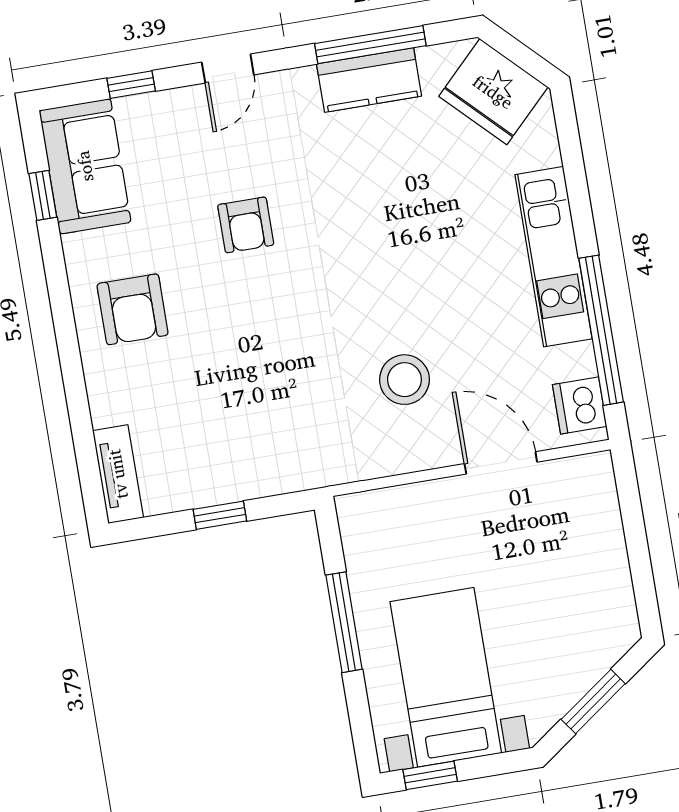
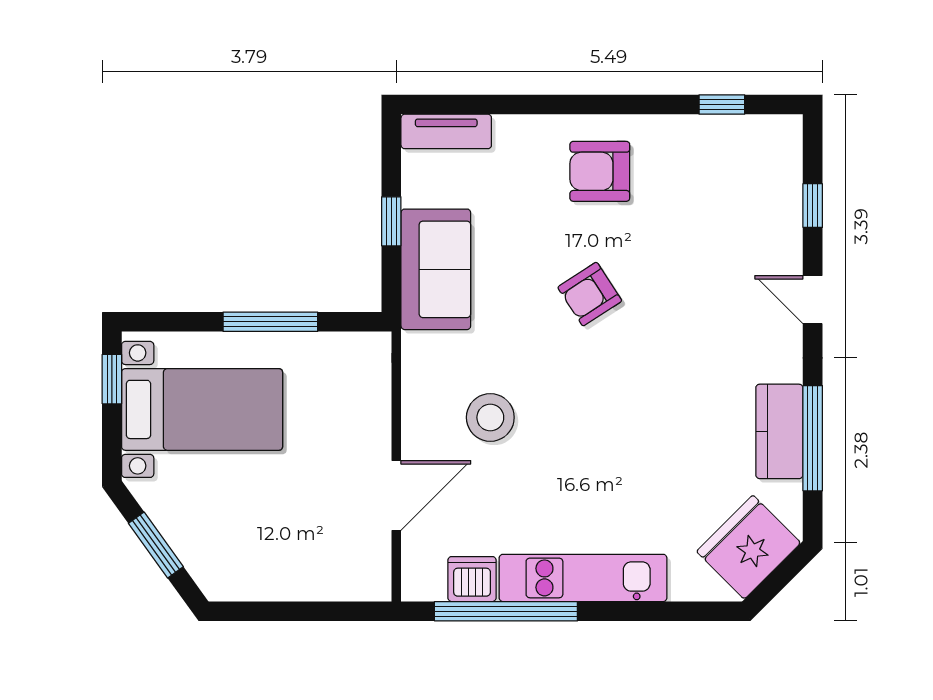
sofa: (85, 166) -> (436, 269), moved, turned -90
armchair: (246, 225) -> (590, 294), moved, turned -33
dishwasher: (580, 405) -> (472, 579), moved

